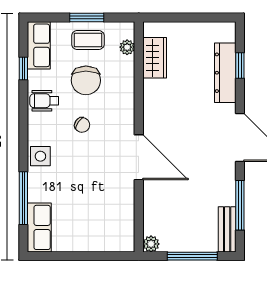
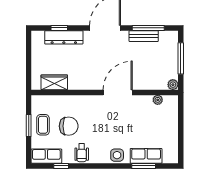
plant: (127, 47) -> (158, 100), moved
chair: (82, 125) -> (97, 129), removed
window: (23, 198) -> (144, 166), width x0.69
row of seats: (39, 227) -> (146, 156), moved
bench: (227, 229) -> (144, 36), moved

